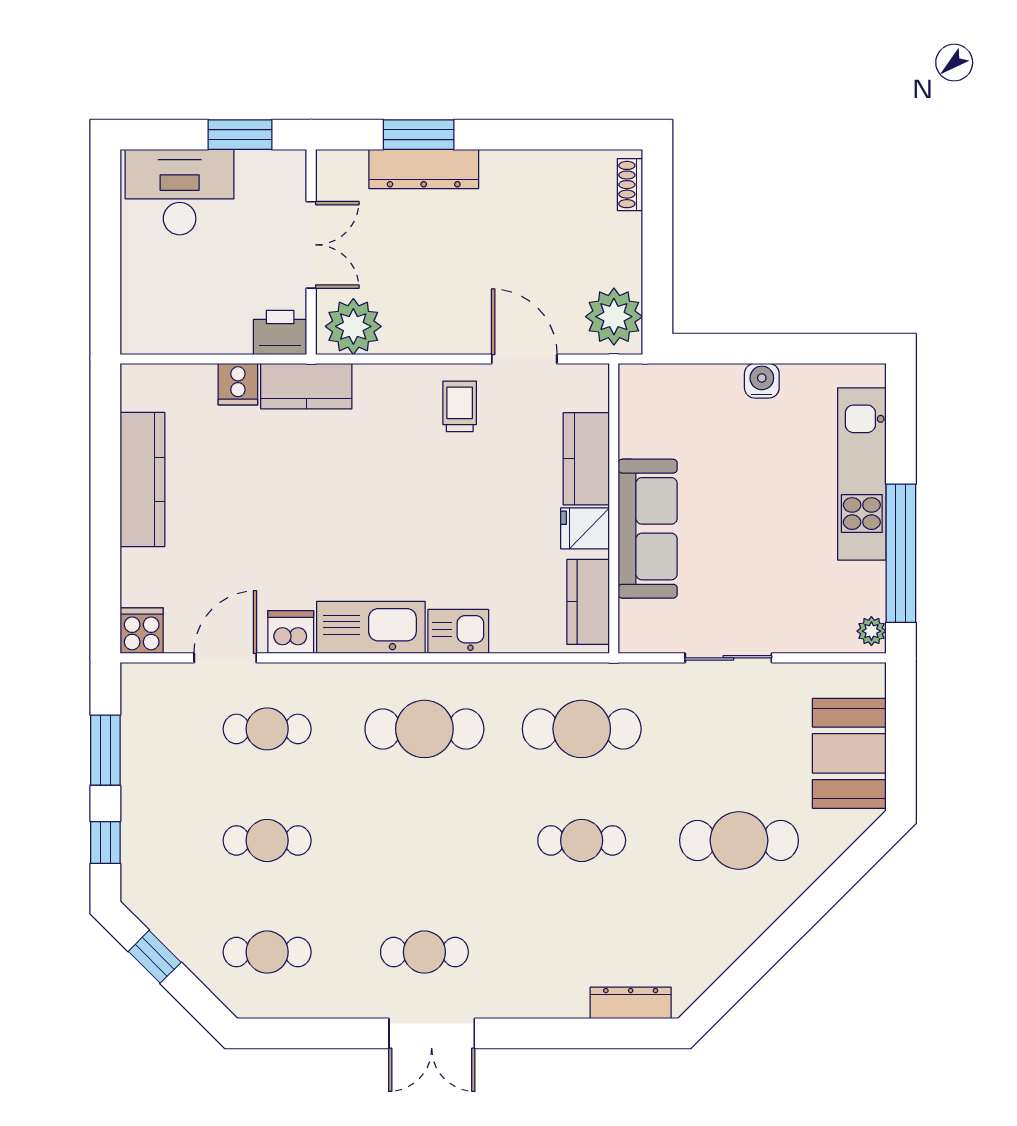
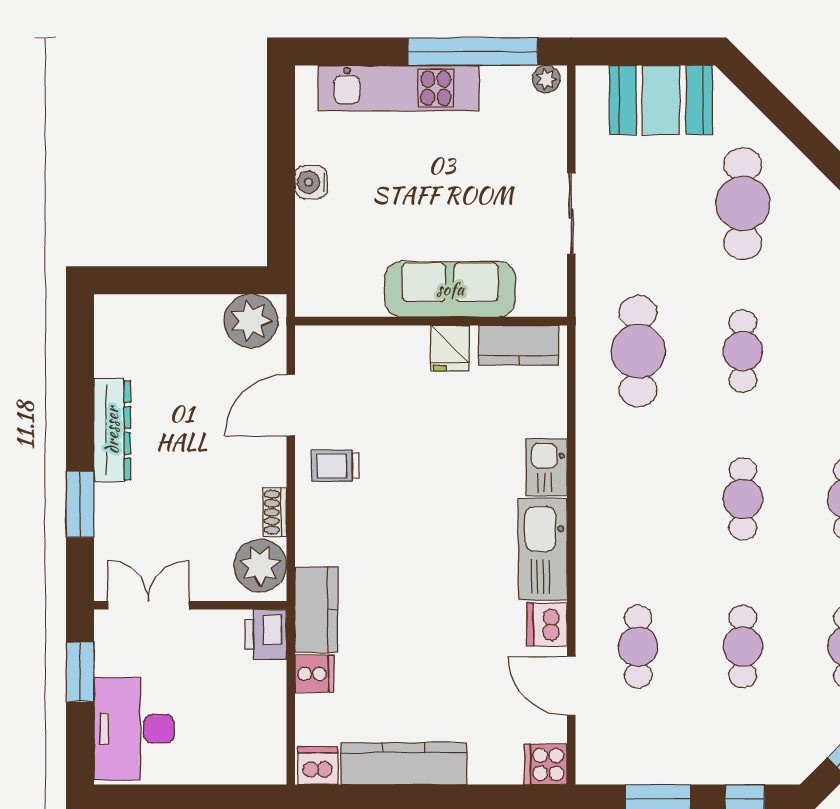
dresser: (424, 169) -> (112, 430), moved
shoe rack: (630, 185) -> (275, 512), moved, turned 90
double door: (311, 245) -> (148, 605), moved
dishwasher: (140, 388) -> (318, 766), added
kitchen counter: (586, 459) -> (384, 347), removed
cafe table: (424, 729) -> (743, 499), moved, width x0.73, depth x0.74

